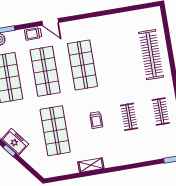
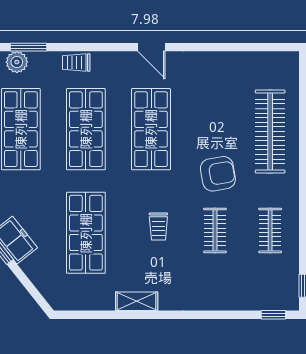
door: (50, 22) -> (151, 47), moved
armchair: (125, 84) -> (218, 174), added

